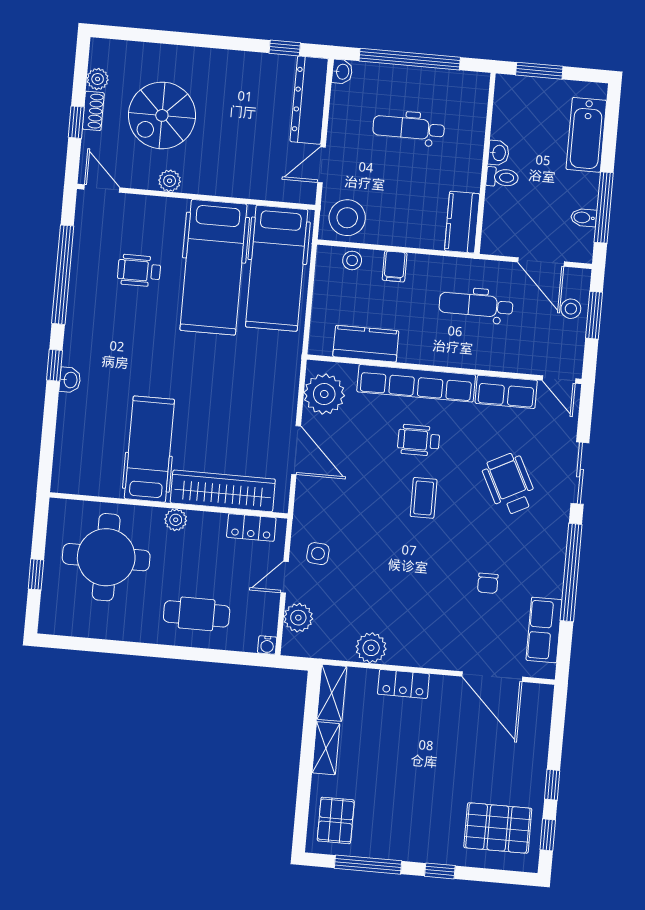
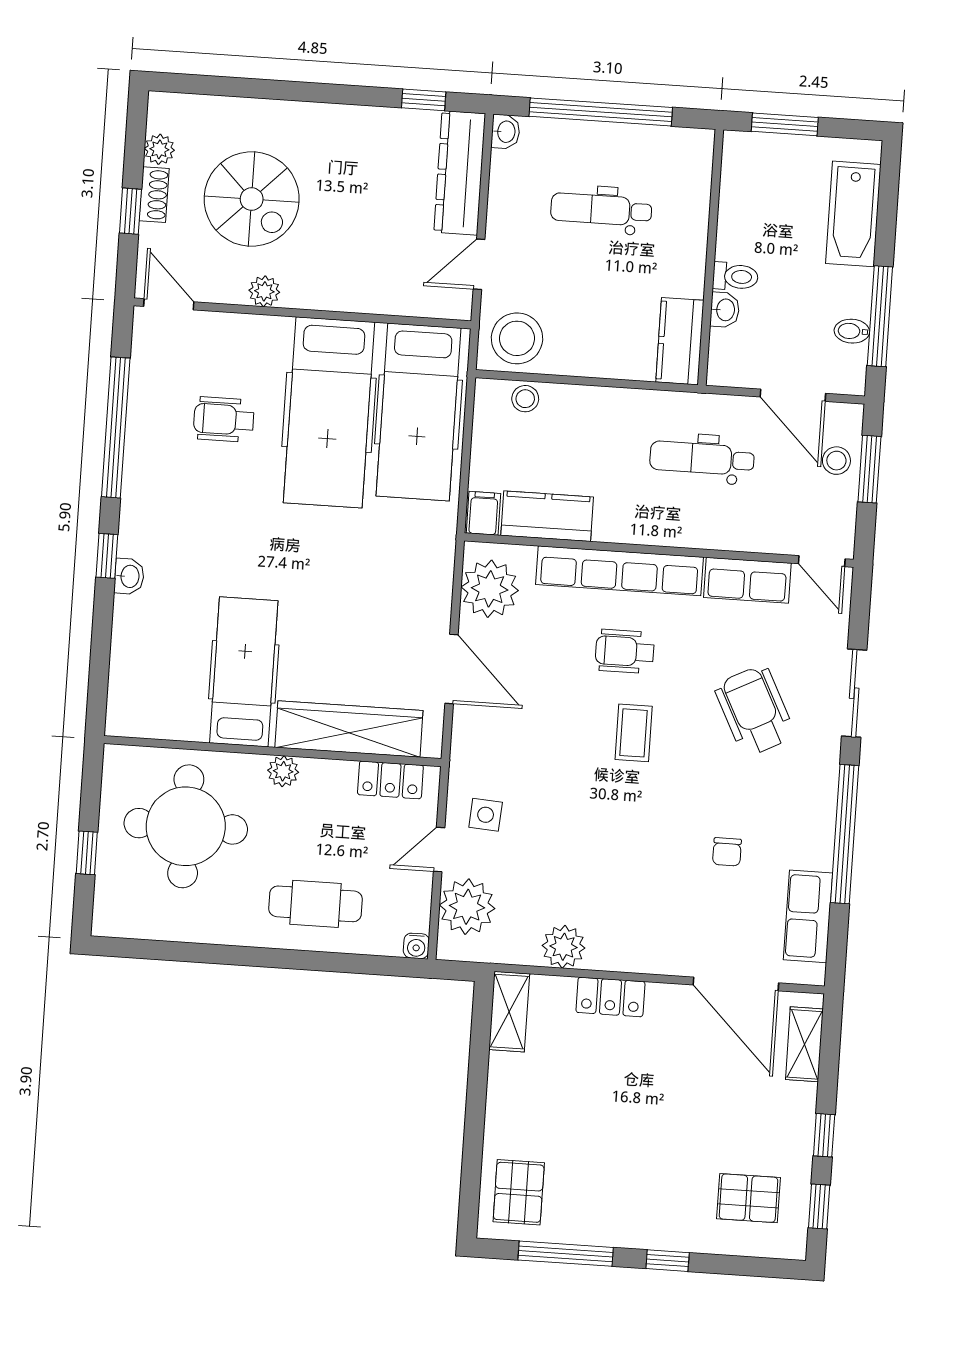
spiral stairs: (162, 115) -> (252, 199), turned -90
washbasin: (499, 153) -> (725, 310), moved
filing cabinet: (395, 266) -> (484, 513), moved, turned 180
plant: (298, 618) -> (467, 907), width x1.36, depth x1.36
shelving: (326, 748) -> (804, 1044), moved
pallet: (498, 828) -> (748, 1198), width x0.67, depth x0.71

